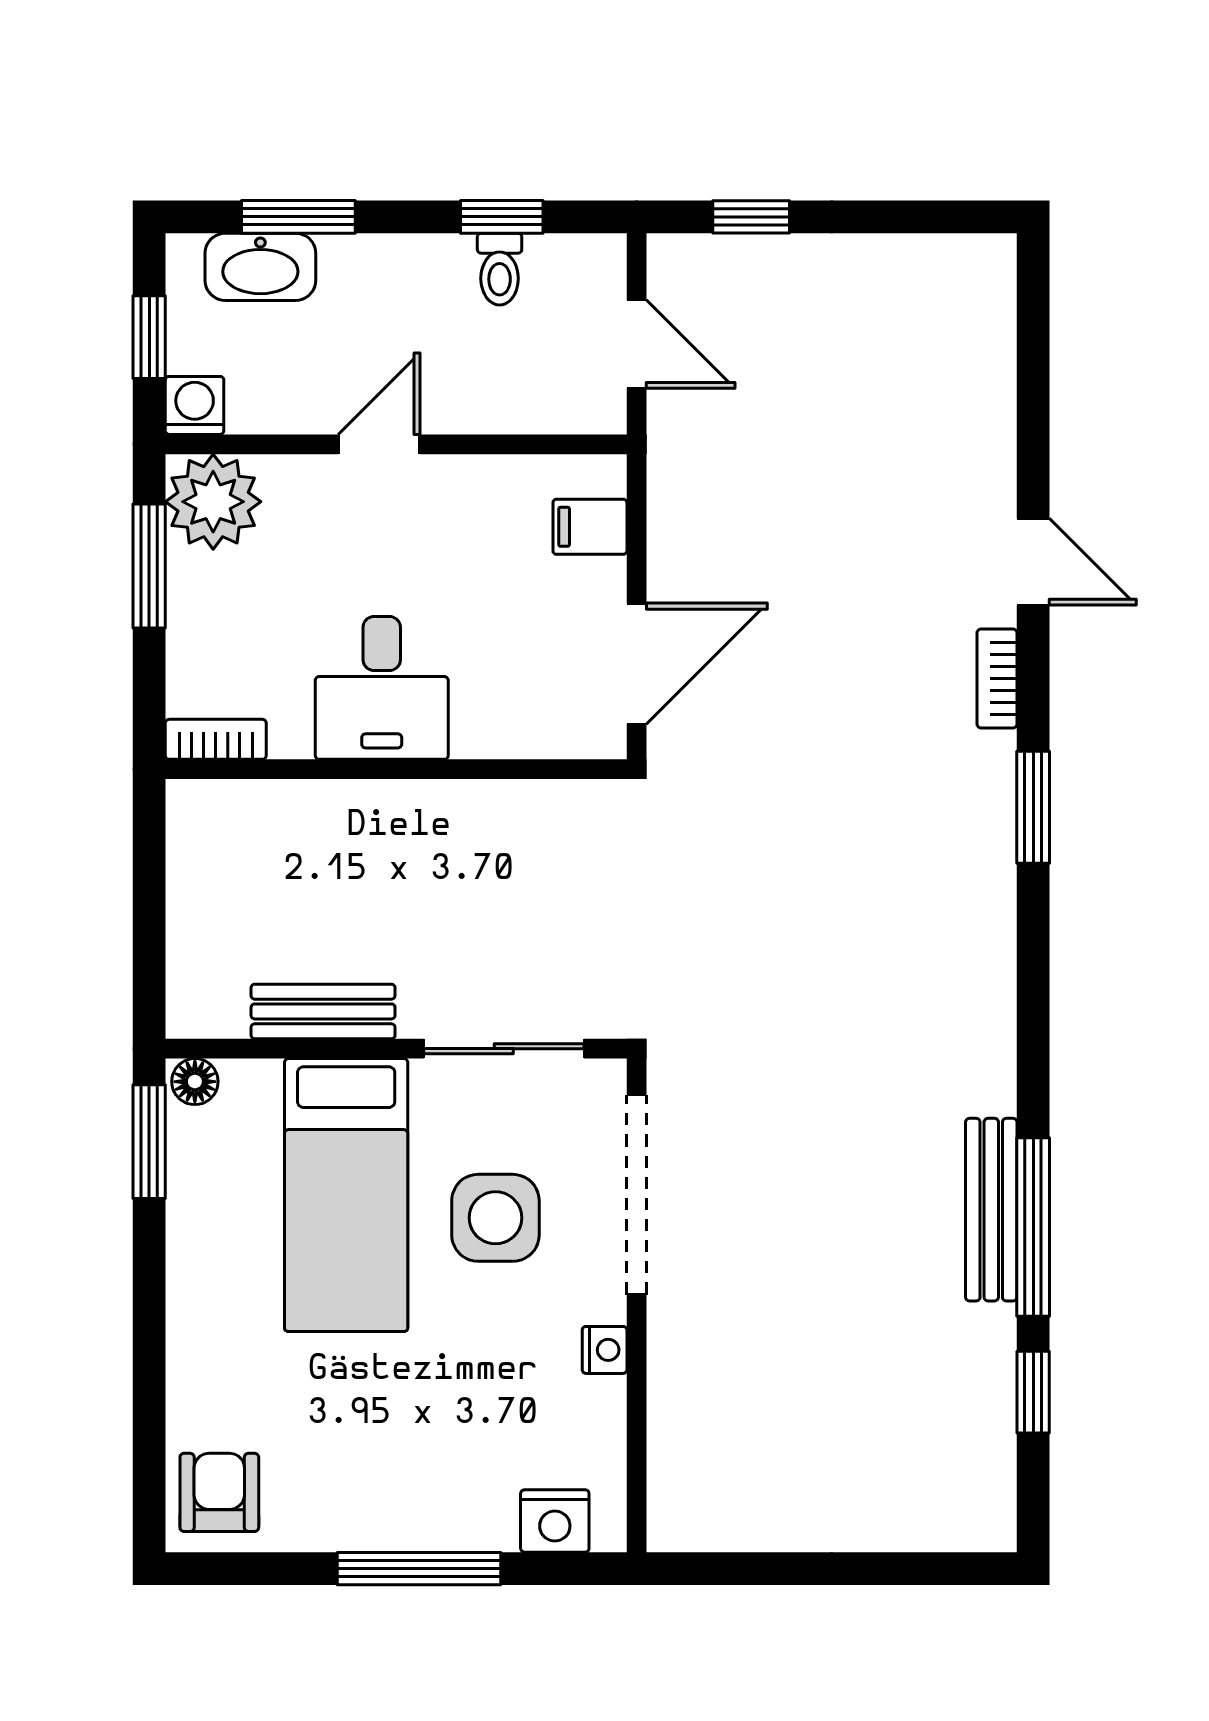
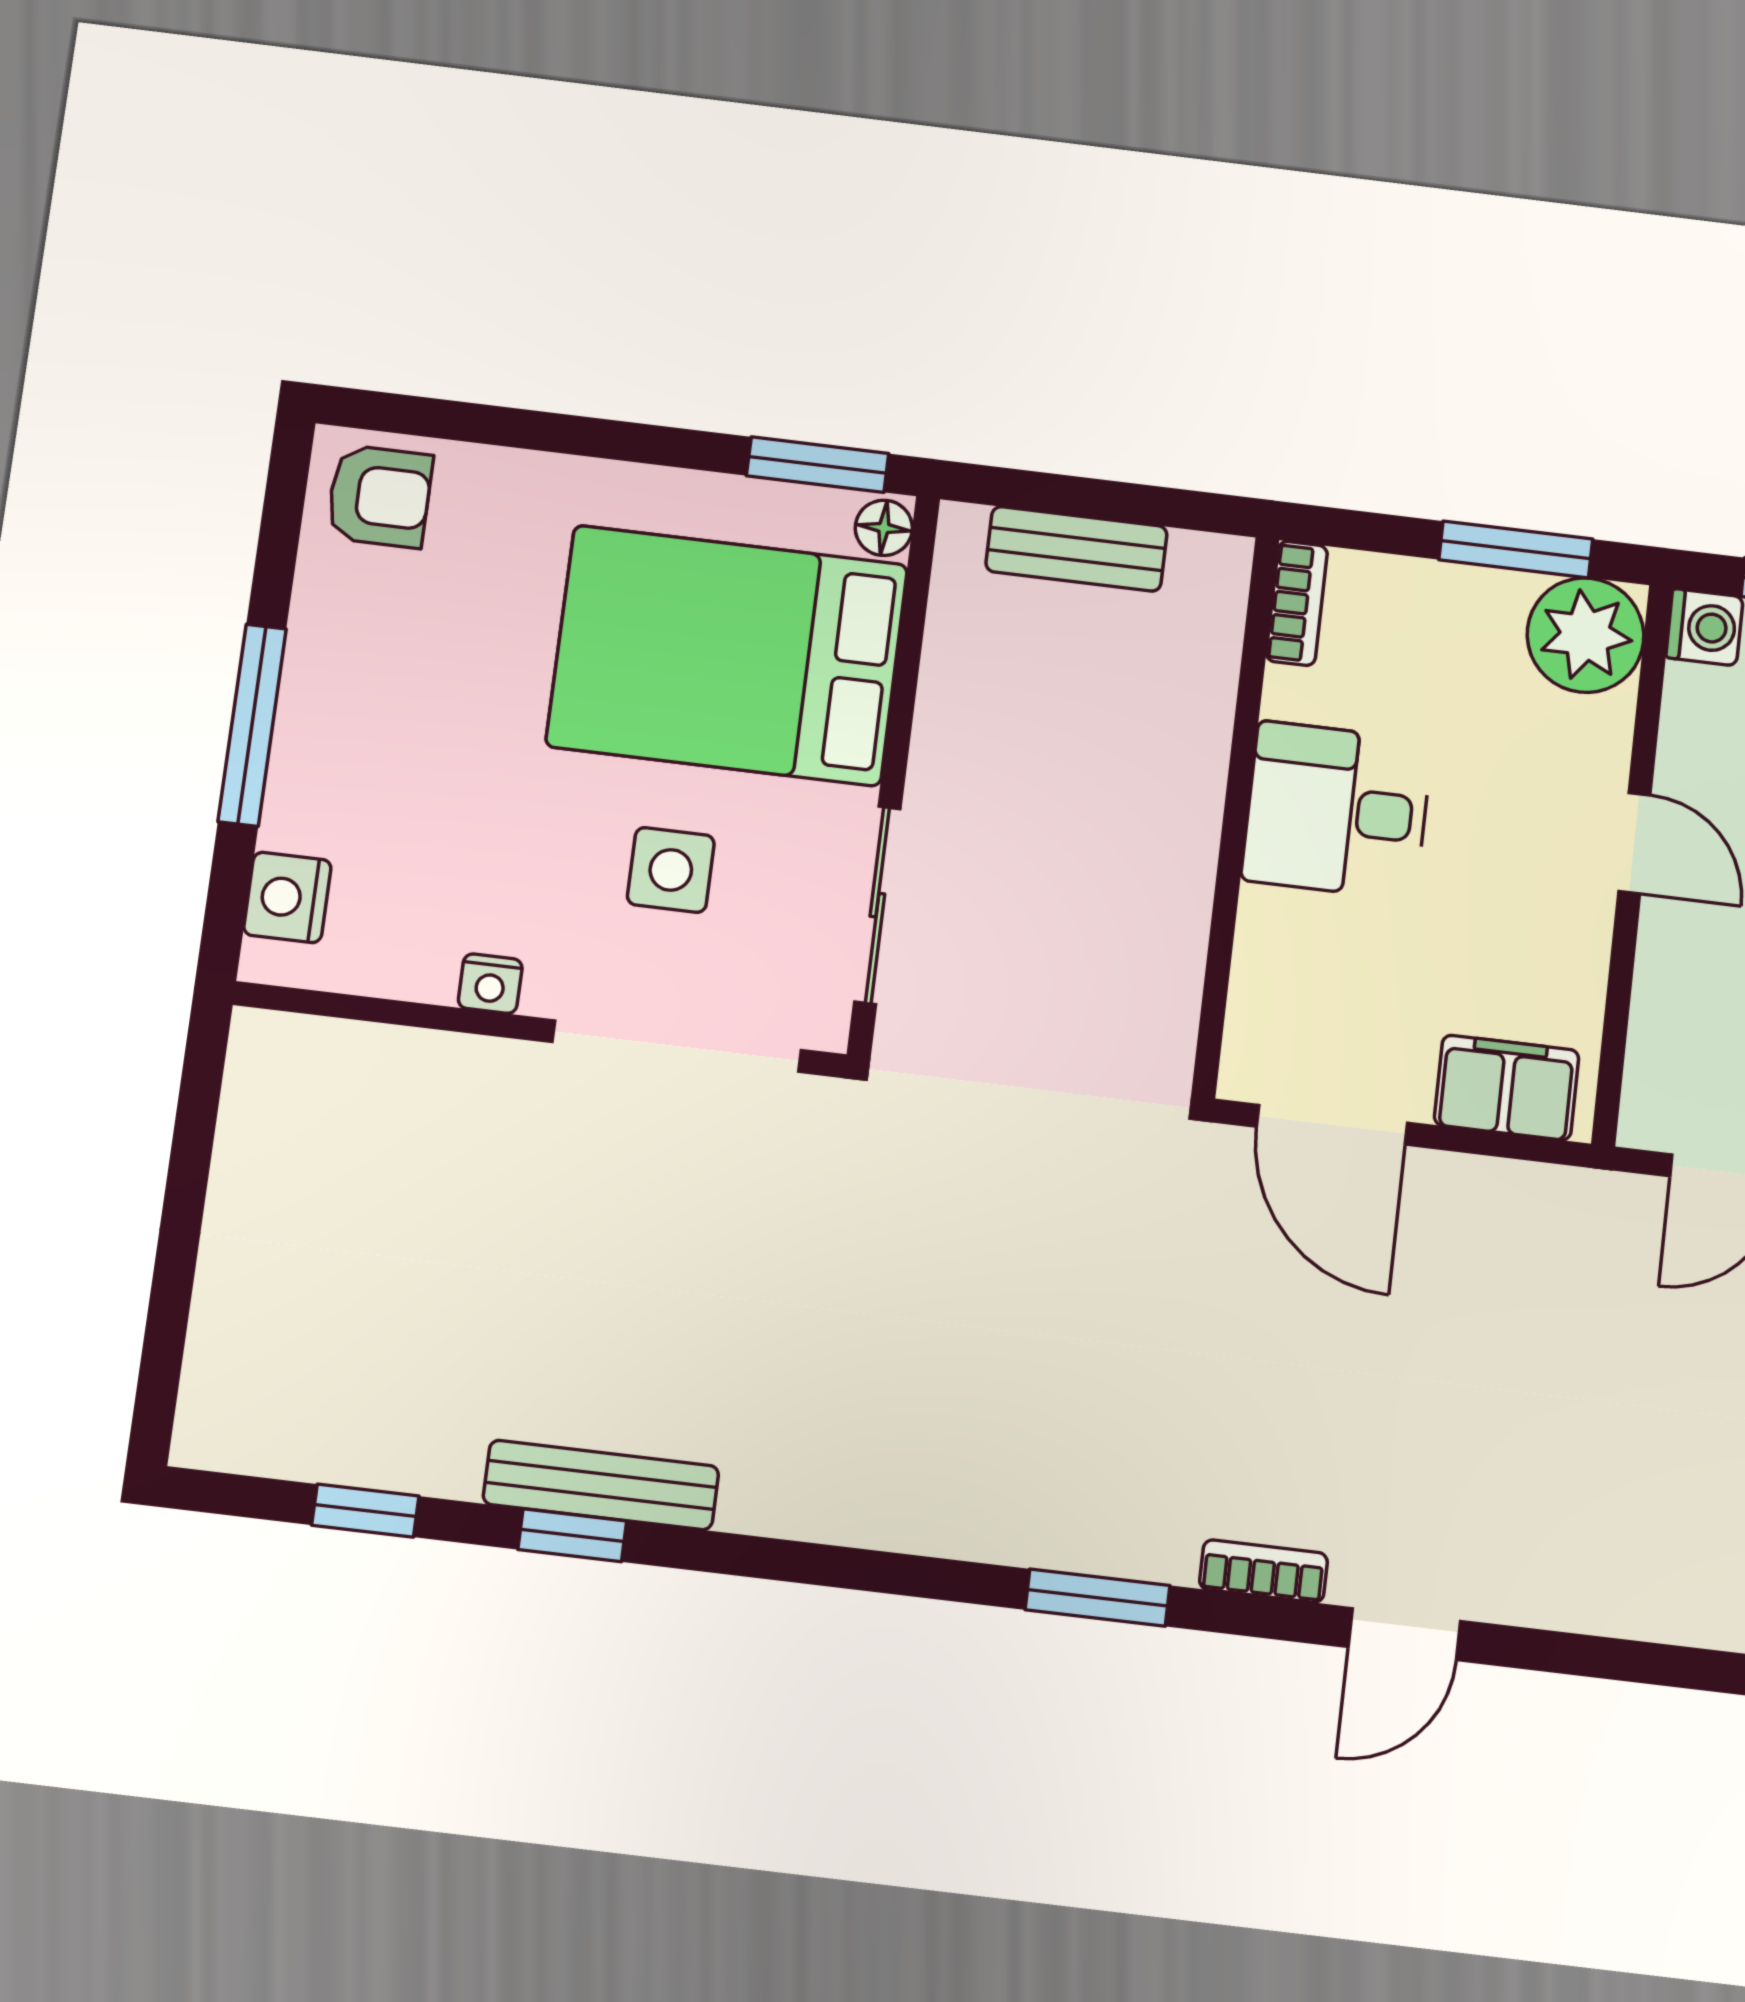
filing cabinet: (590, 527) -> (1507, 1088), width x2.00
bench: (323, 1011) -> (1076, 549), moved, turned 90
bed: (346, 1195) -> (727, 655), width x1.50
side table: (495, 1218) -> (671, 870), width x0.73, depth x0.73
window: (1033, 1227) -> (572, 1535), width x0.46

